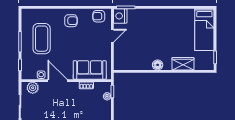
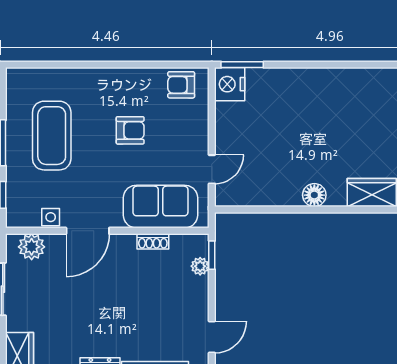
armchair: (71, 21) -> (130, 130), moved
door: (112, 36) -> (212, 169), moved
door: (57, 81) -> (88, 231), swing flipped

